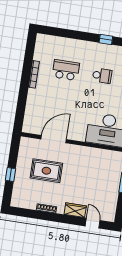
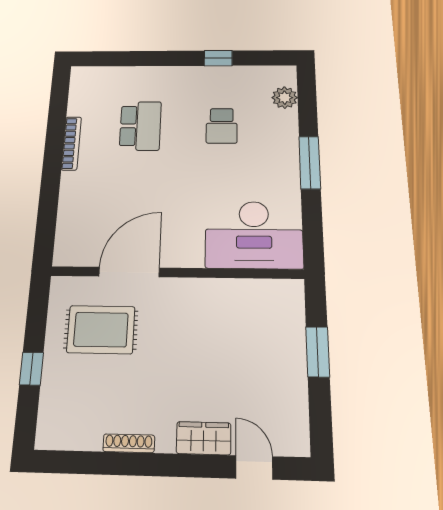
school desk: (66, 70) -> (140, 126), turned 90
school desk: (102, 76) -> (222, 126), turned 90
rug: (46, 171) -> (101, 330), moved

